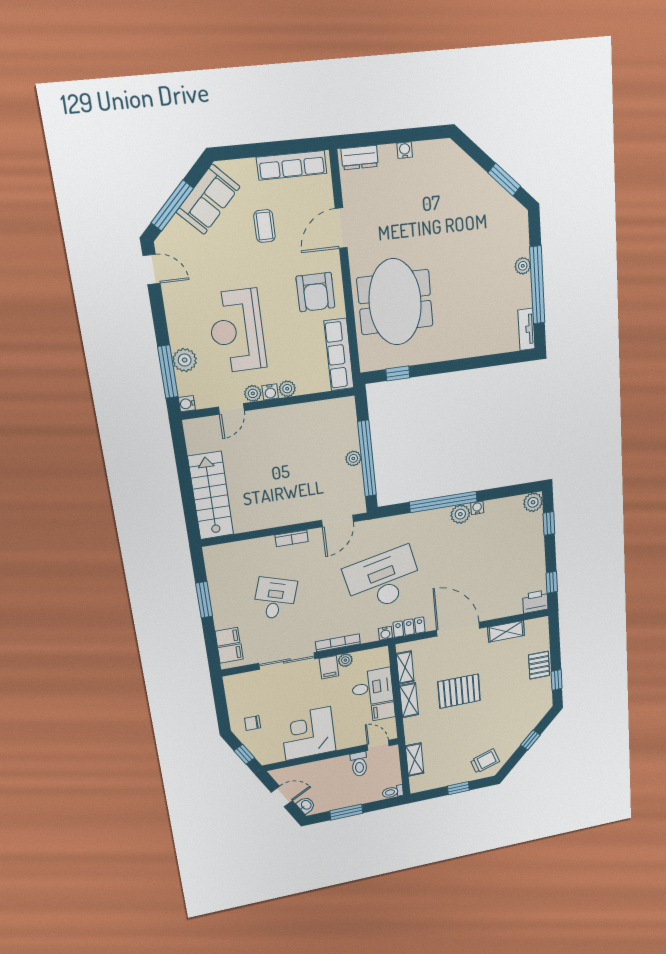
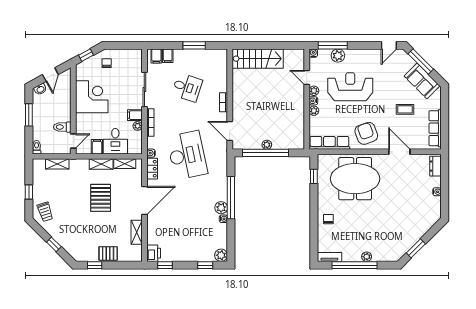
armchair: (315, 292) -> (366, 133), turned 70
chair: (466, 339) -> (328, 219), added

